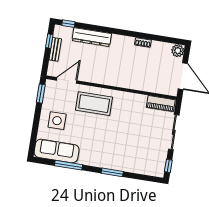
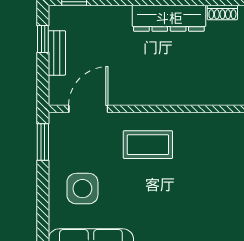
dresser: (92, 37) -> (169, 18), moved
coffee table: (94, 104) -> (148, 145), width x0.73, depth x0.76

